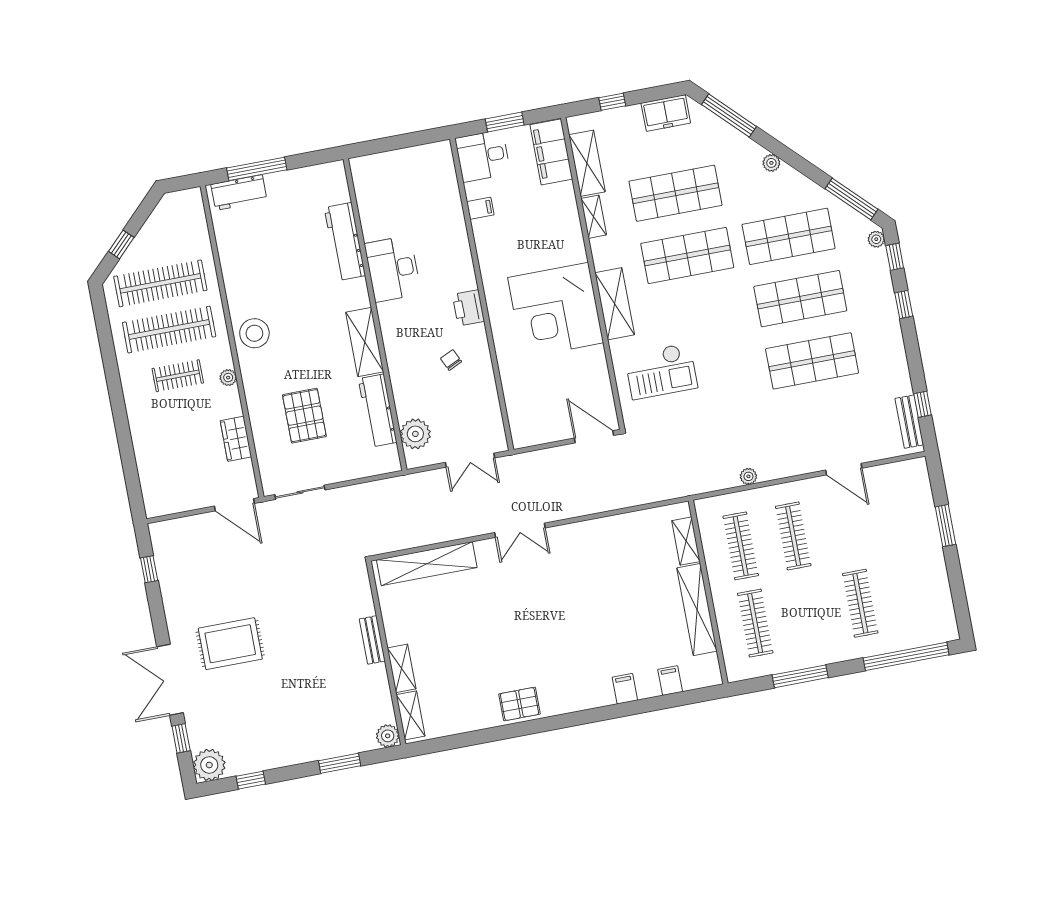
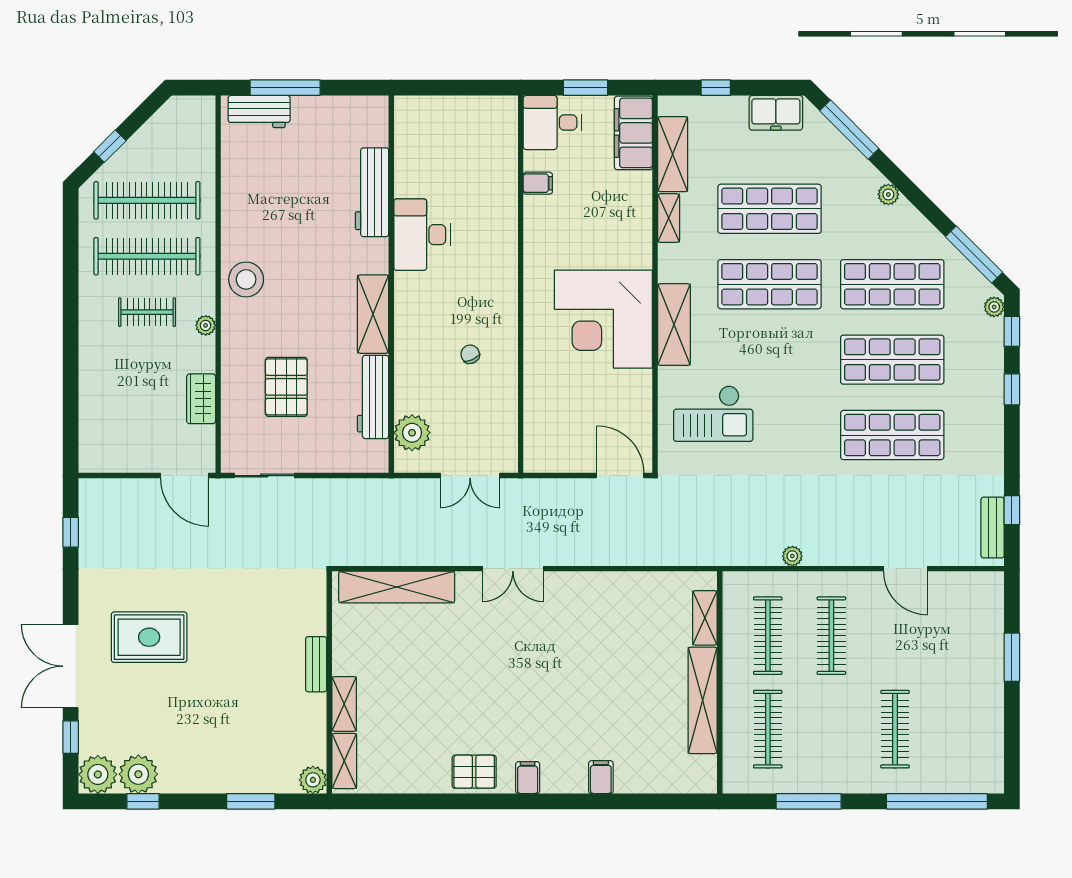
printer: (468, 308) -> (502, 297), removed
filing cabinet: (670, 681) -> (528, 778), moved
plant: (243, 758) -> (138, 774), added

